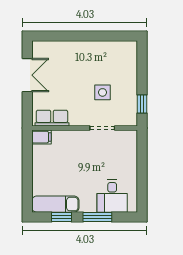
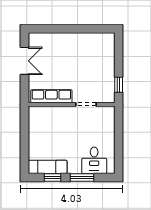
side table: (102, 92) -> (86, 75), removed
row of seats: (52, 118) -> (51, 96), width x1.48
filing cabinet: (41, 137) -> (36, 112), removed

